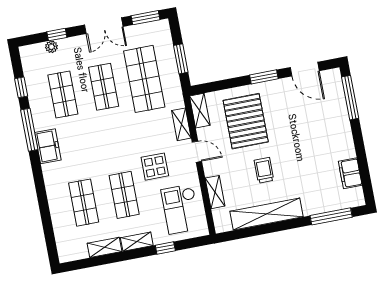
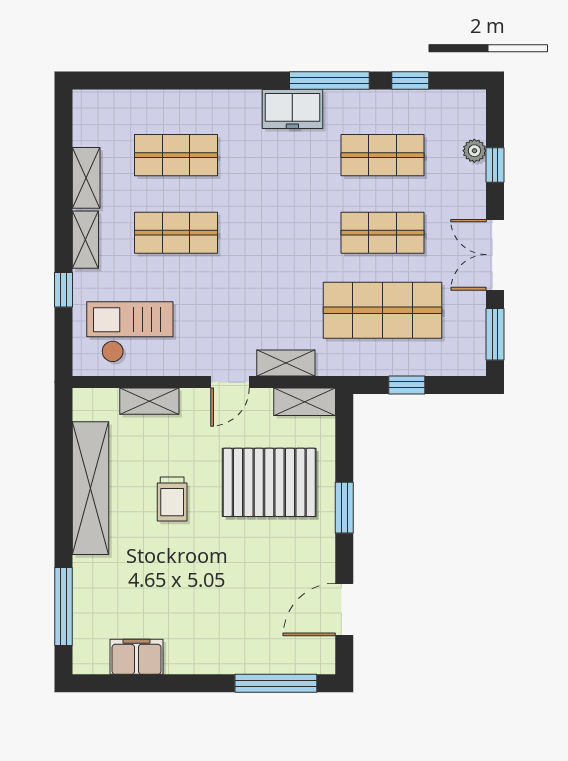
window: (181, 59) -> (407, 385), width x0.67
window: (264, 77) -> (344, 508), moved
display table: (155, 167) -> (217, 299), removed
trolley: (264, 170) -> (172, 499), turned 90

